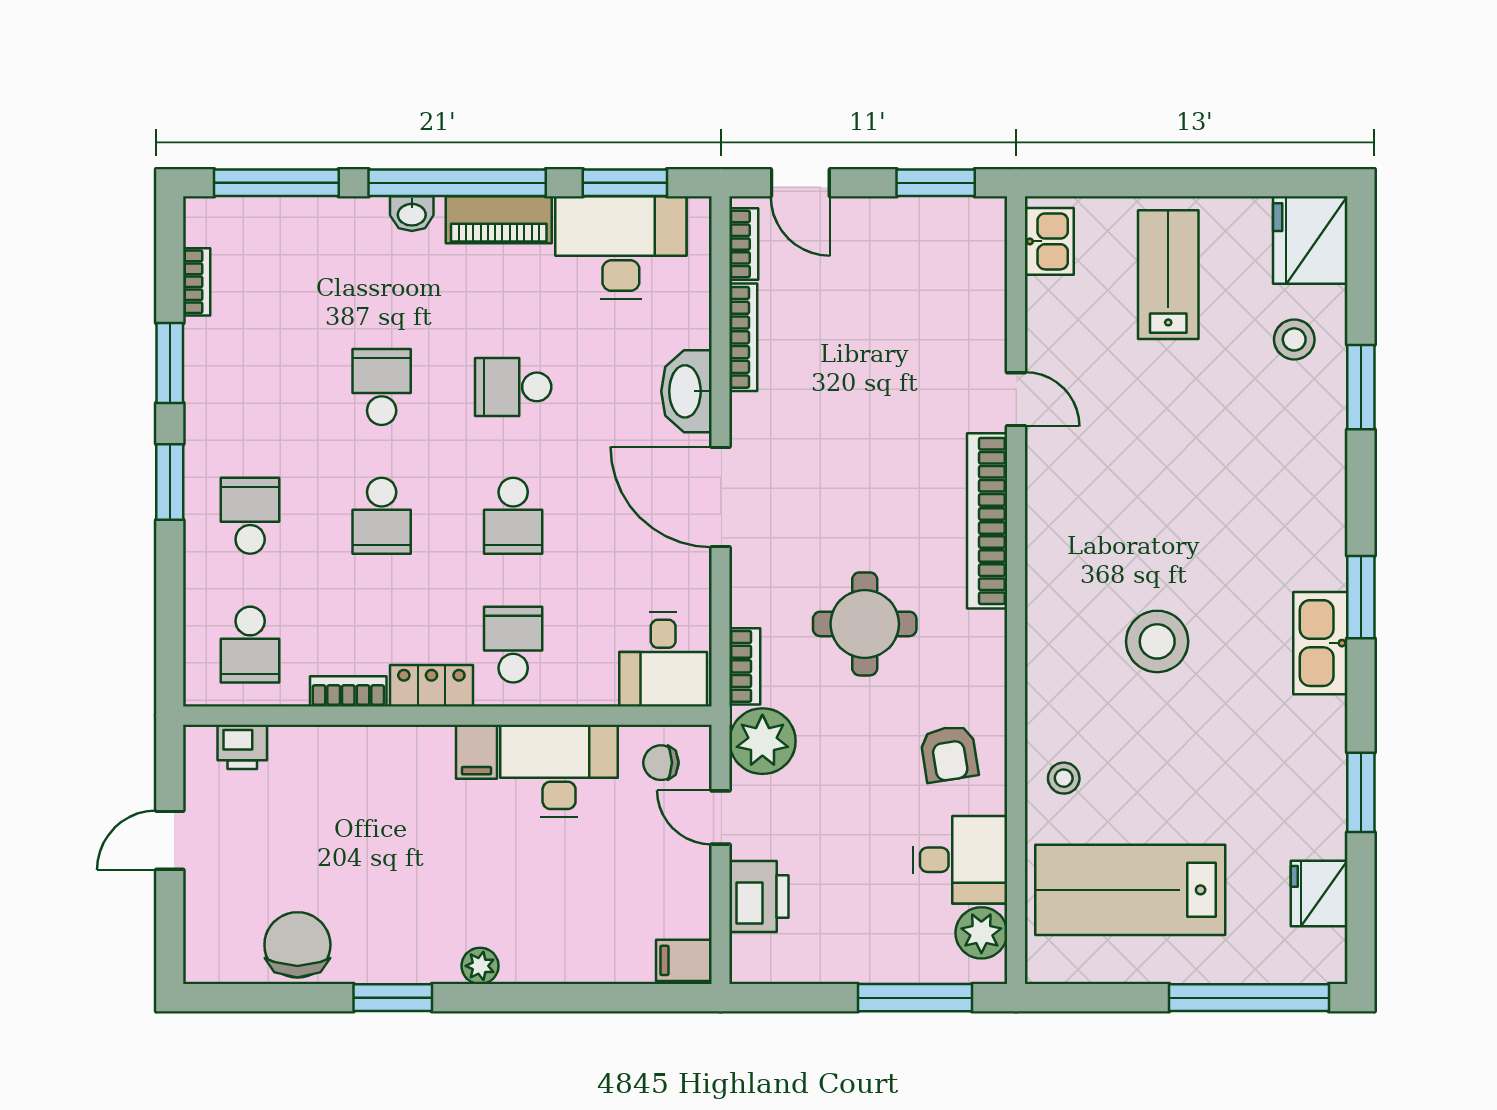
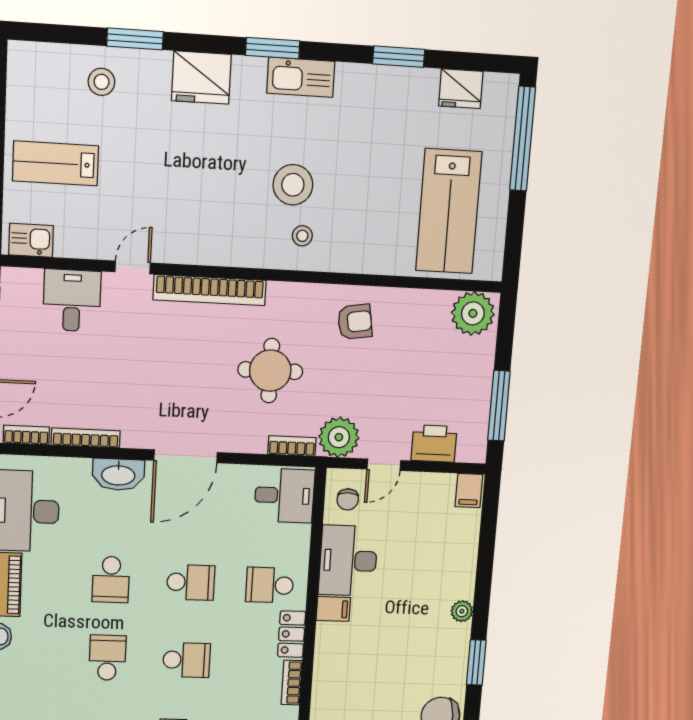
fridge: (1310, 240) -> (201, 78), moved
school desk: (382, 387) -> (107, 658), turned 90
stool: (1064, 778) -> (302, 236), moved
desk: (960, 860) -> (72, 300), moved
plant: (981, 933) -> (473, 313), width x1.36, depth x1.36
window: (915, 998) -> (499, 406), moved

